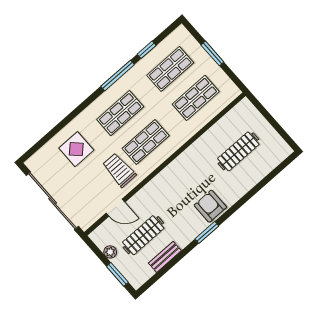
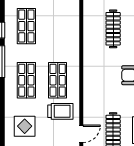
shop shelf: (196, 98) -> (58, 26), removed
trolley: (119, 170) -> (60, 111), turned 180

